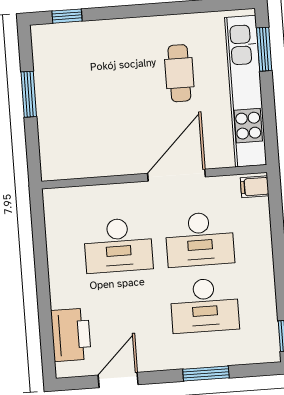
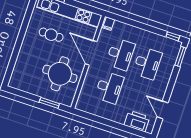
window: (67, 16) -> (10, 70), removed
window: (29, 94) -> (49, 103), moved
round table: (103, 127) -> (60, 74), added
window: (206, 374) -> (180, 57), moved

